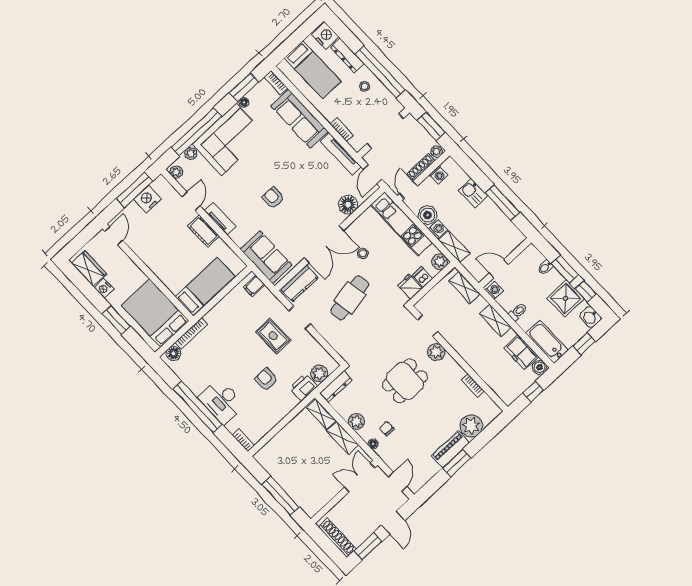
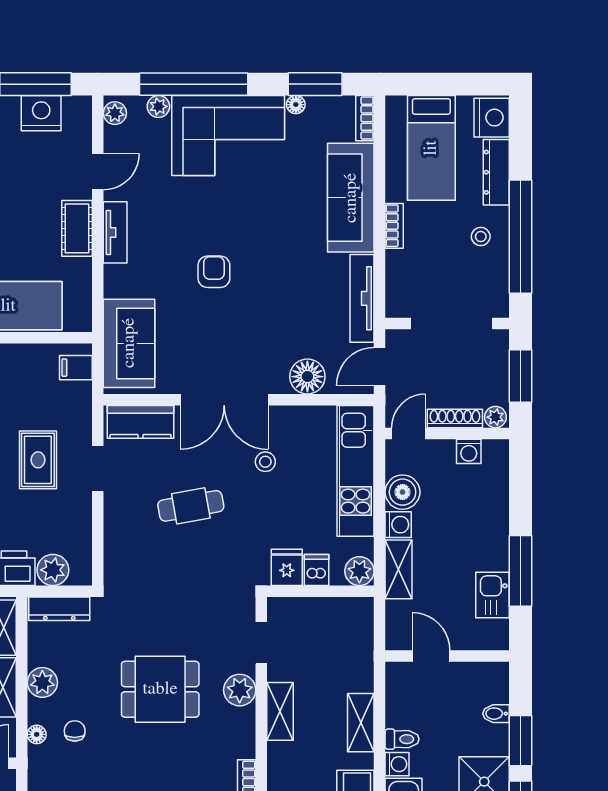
bookcase: (341, 130) -> (394, 226), moved
kitchen sink: (473, 193) -> (493, 595), moved
shelving: (465, 287) -> (280, 711), moved
washing machine: (494, 290) -> (397, 764), moved
cafe table: (350, 298) -> (191, 506), width x0.73, depth x0.74

